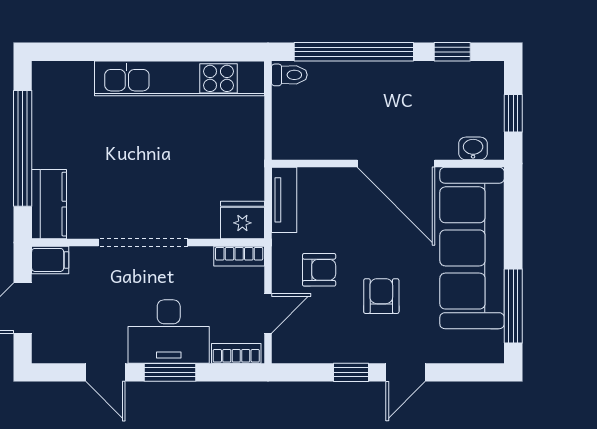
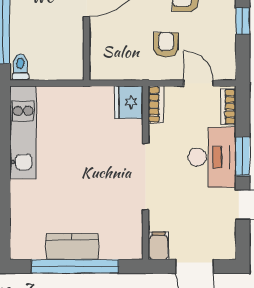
kitchen unit: (179, 78) -> (23, 132), width x0.73
tv unit: (284, 200) -> (114, 71), removed
kitchen counter: (49, 204) -> (72, 247), moved

